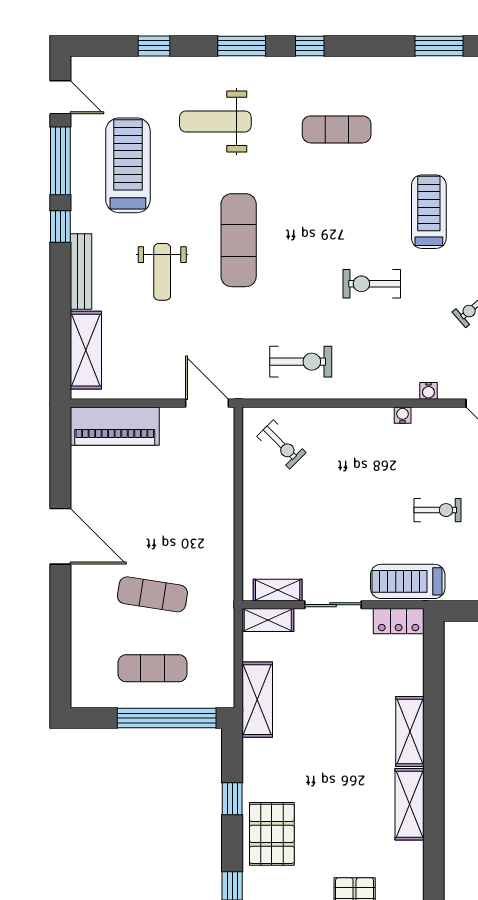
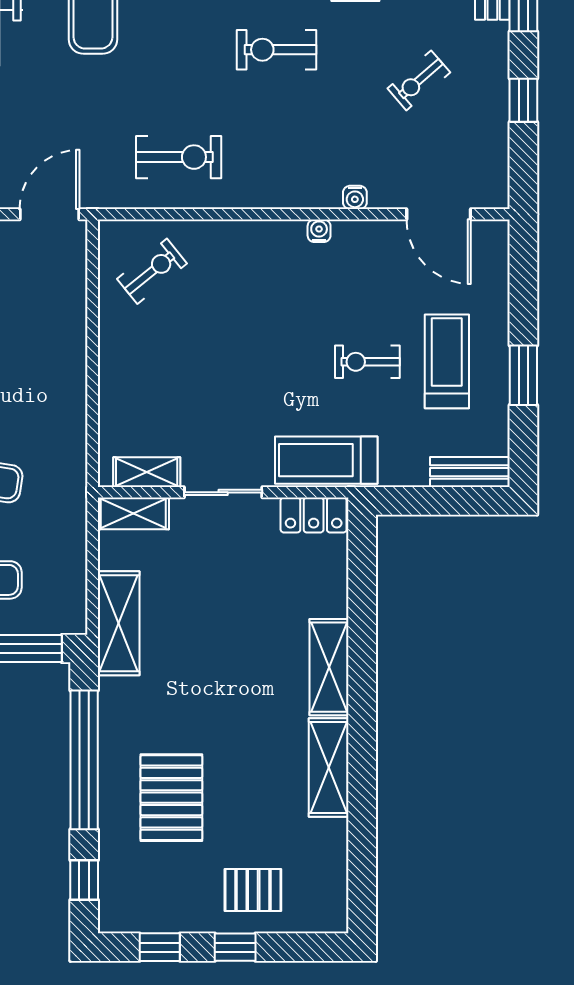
door: (207, 403) -> (50, 214), hinge flipped
exercise bike: (281, 444) -> (152, 271), turned -84
exercise bike: (438, 510) -> (367, 362), turned 180
window: (232, 799) -> (84, 760), width x3.17
pallet: (272, 834) -> (171, 798), moved

